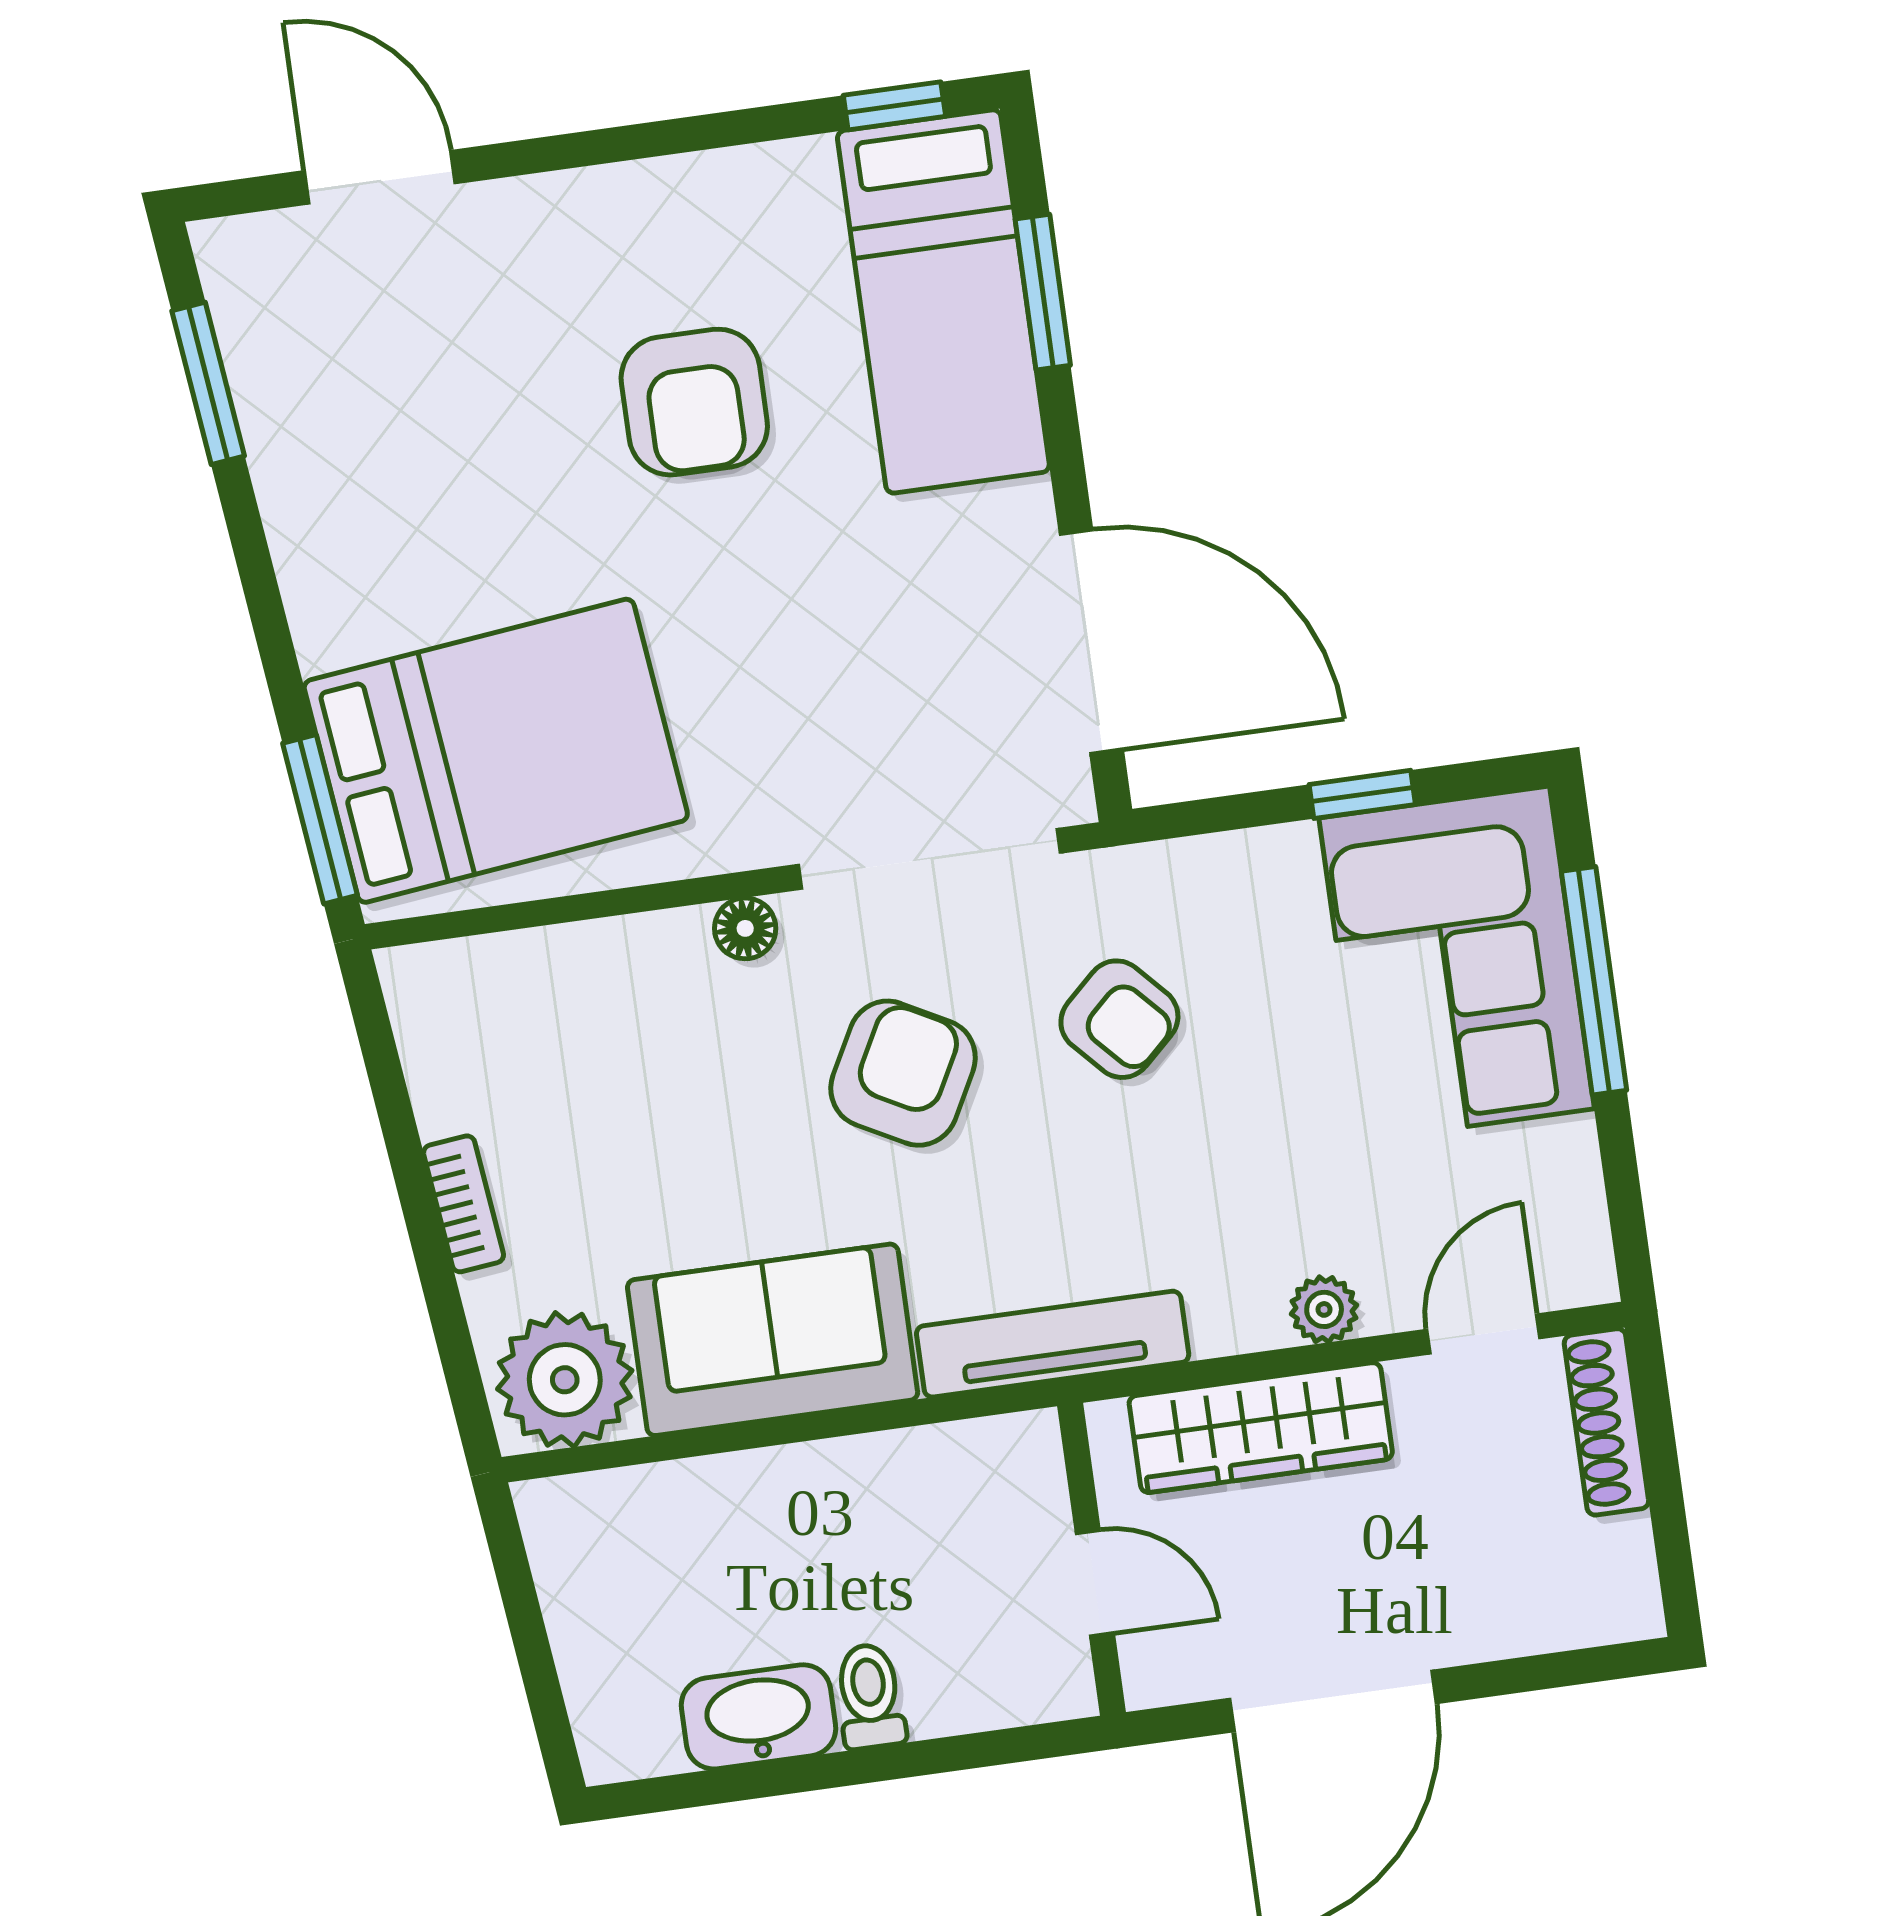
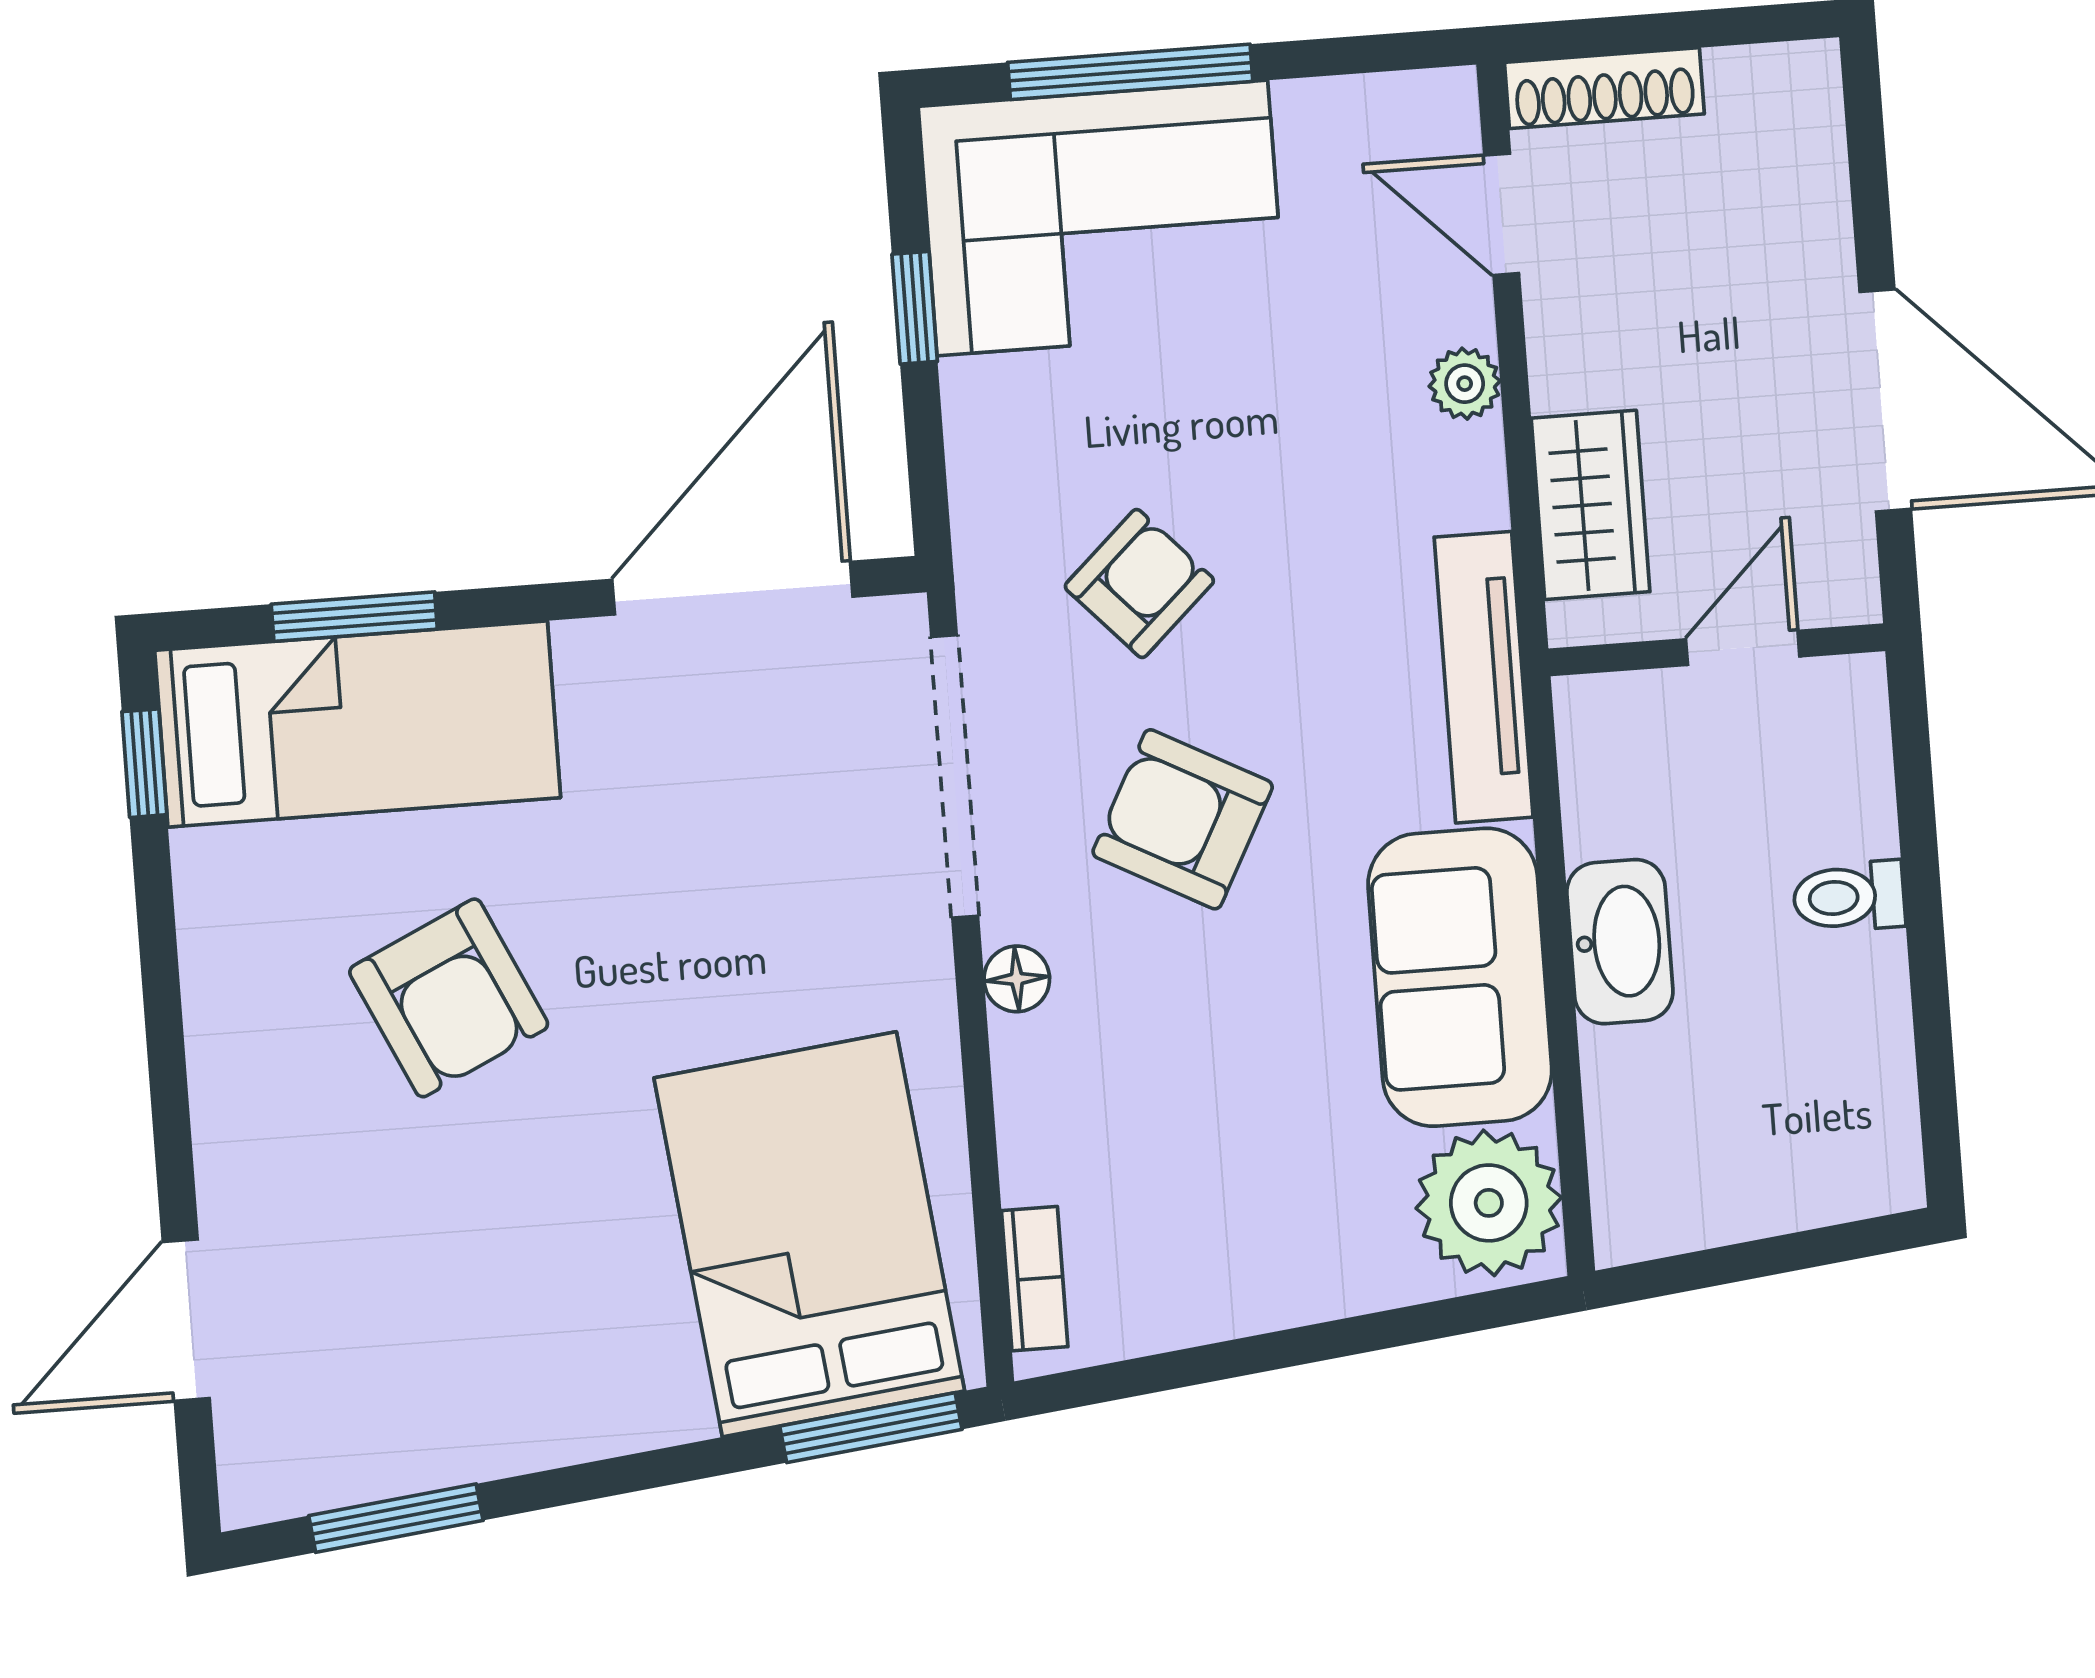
armchair: (694, 402) -> (449, 998), turned 65
bookcase: (464, 1204) -> (1035, 1279), moved, turned 96
wardrobe: (1261, 1428) -> (1591, 505), width x0.67
washbasin: (758, 1717) -> (1620, 942), moved, turned 180

